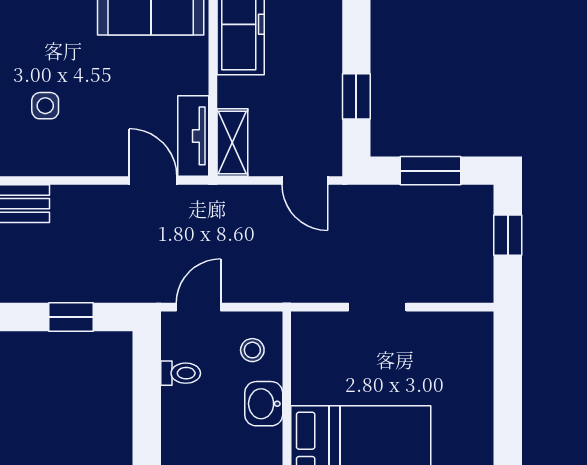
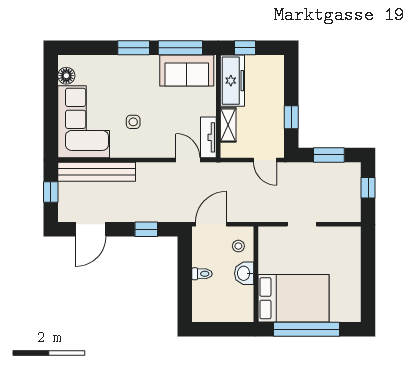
shelving: (232, 142) -> (228, 125), moved
door: (199, 307) -> (211, 224), width x1.38
toilet: (181, 373) -> (202, 274), moved

